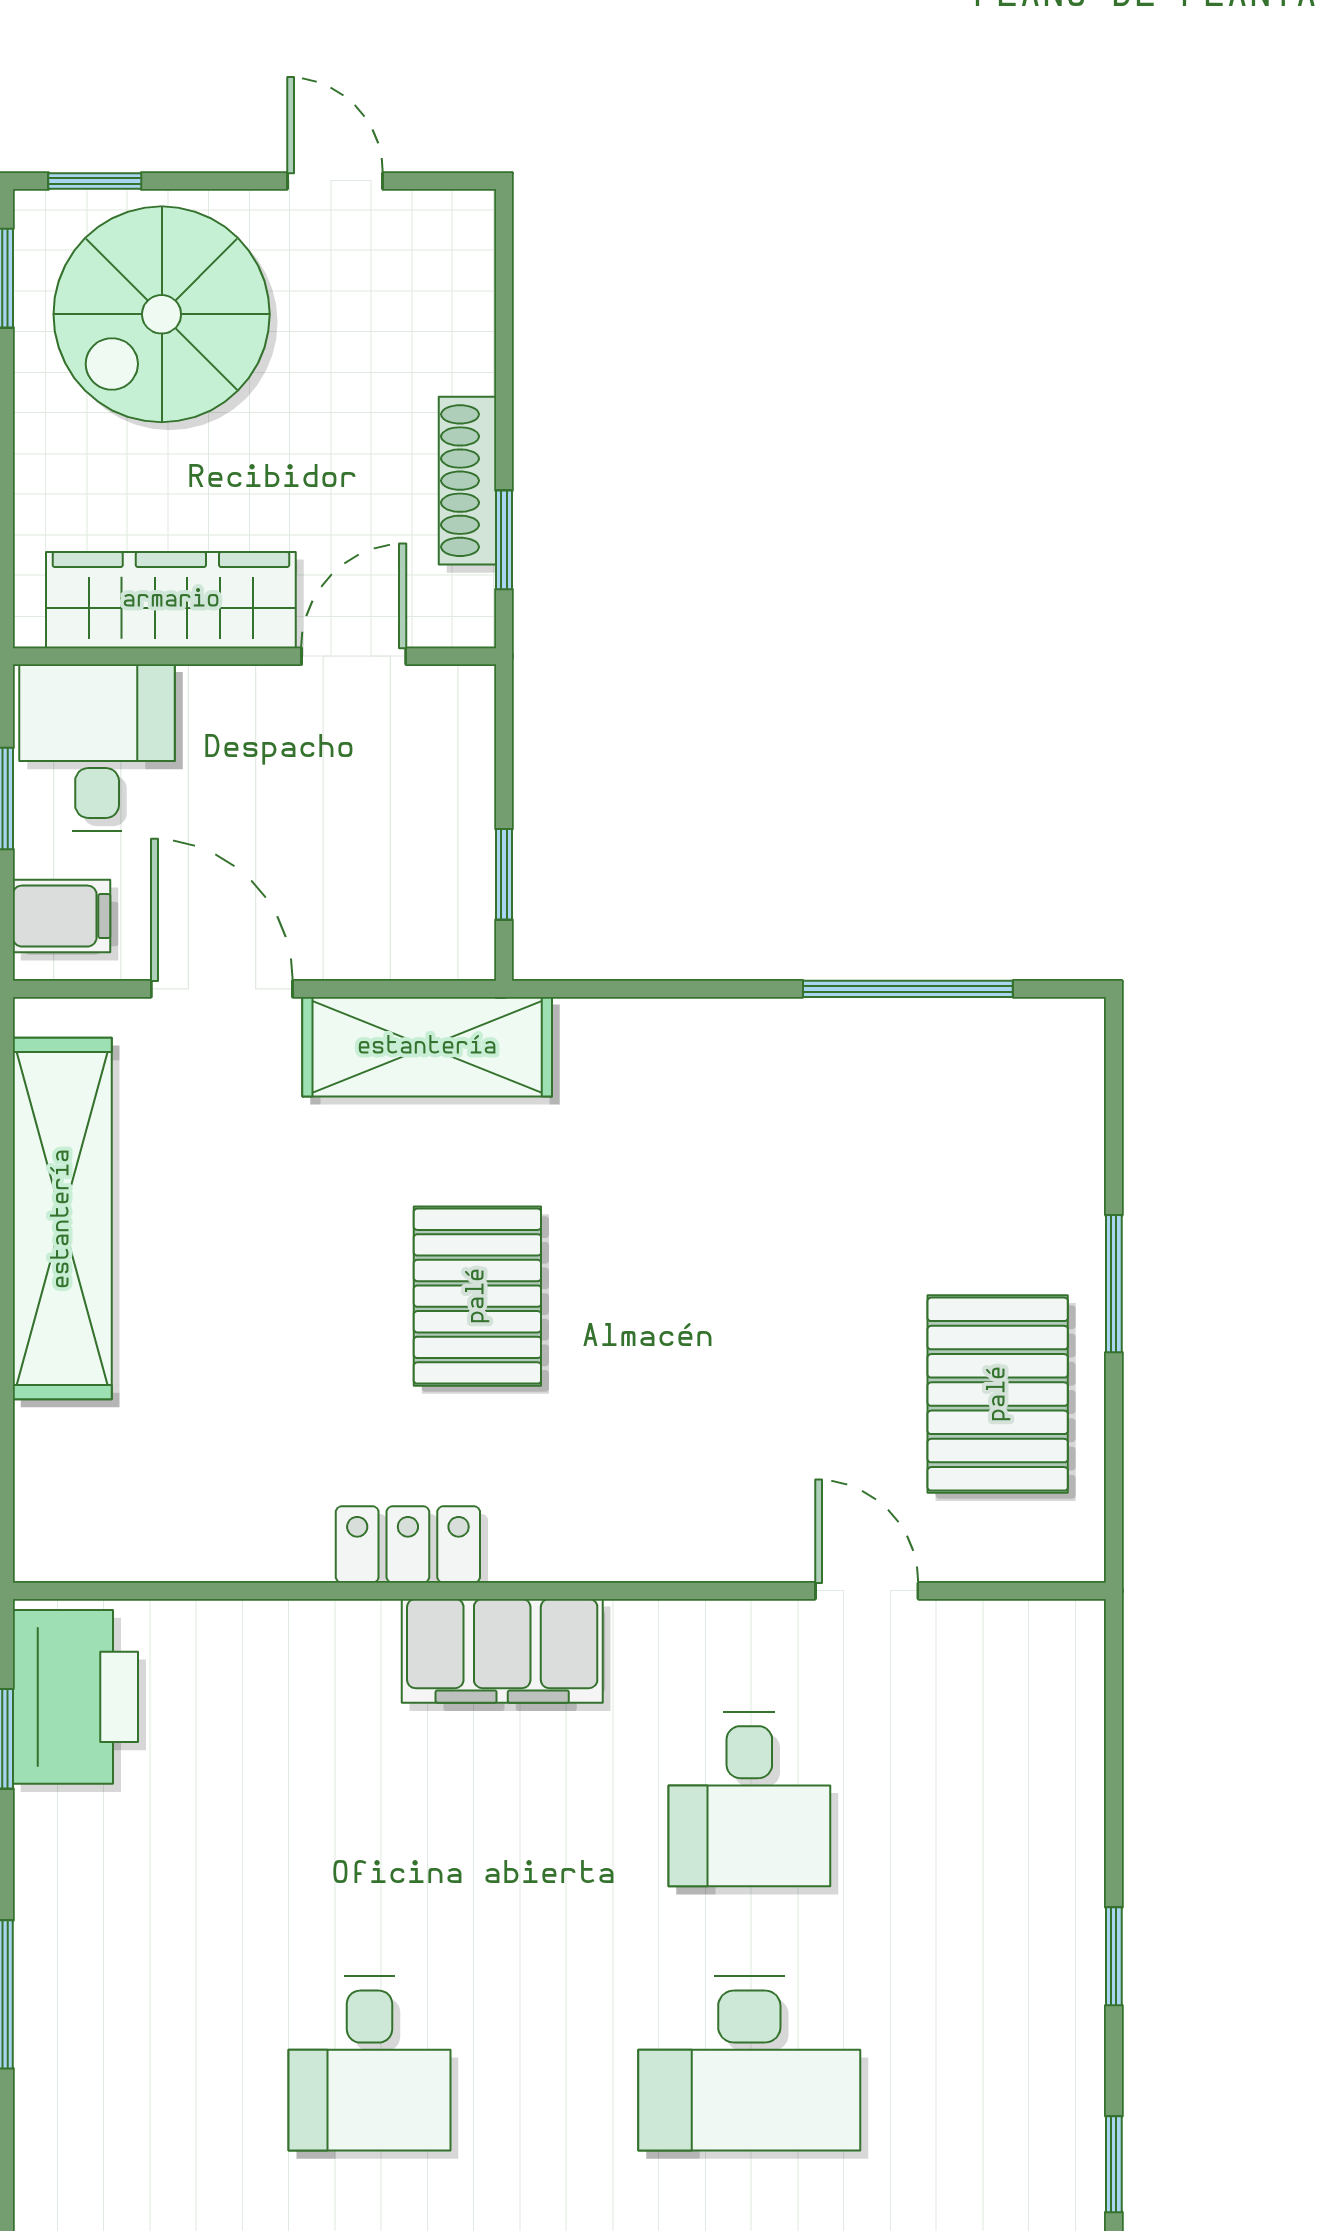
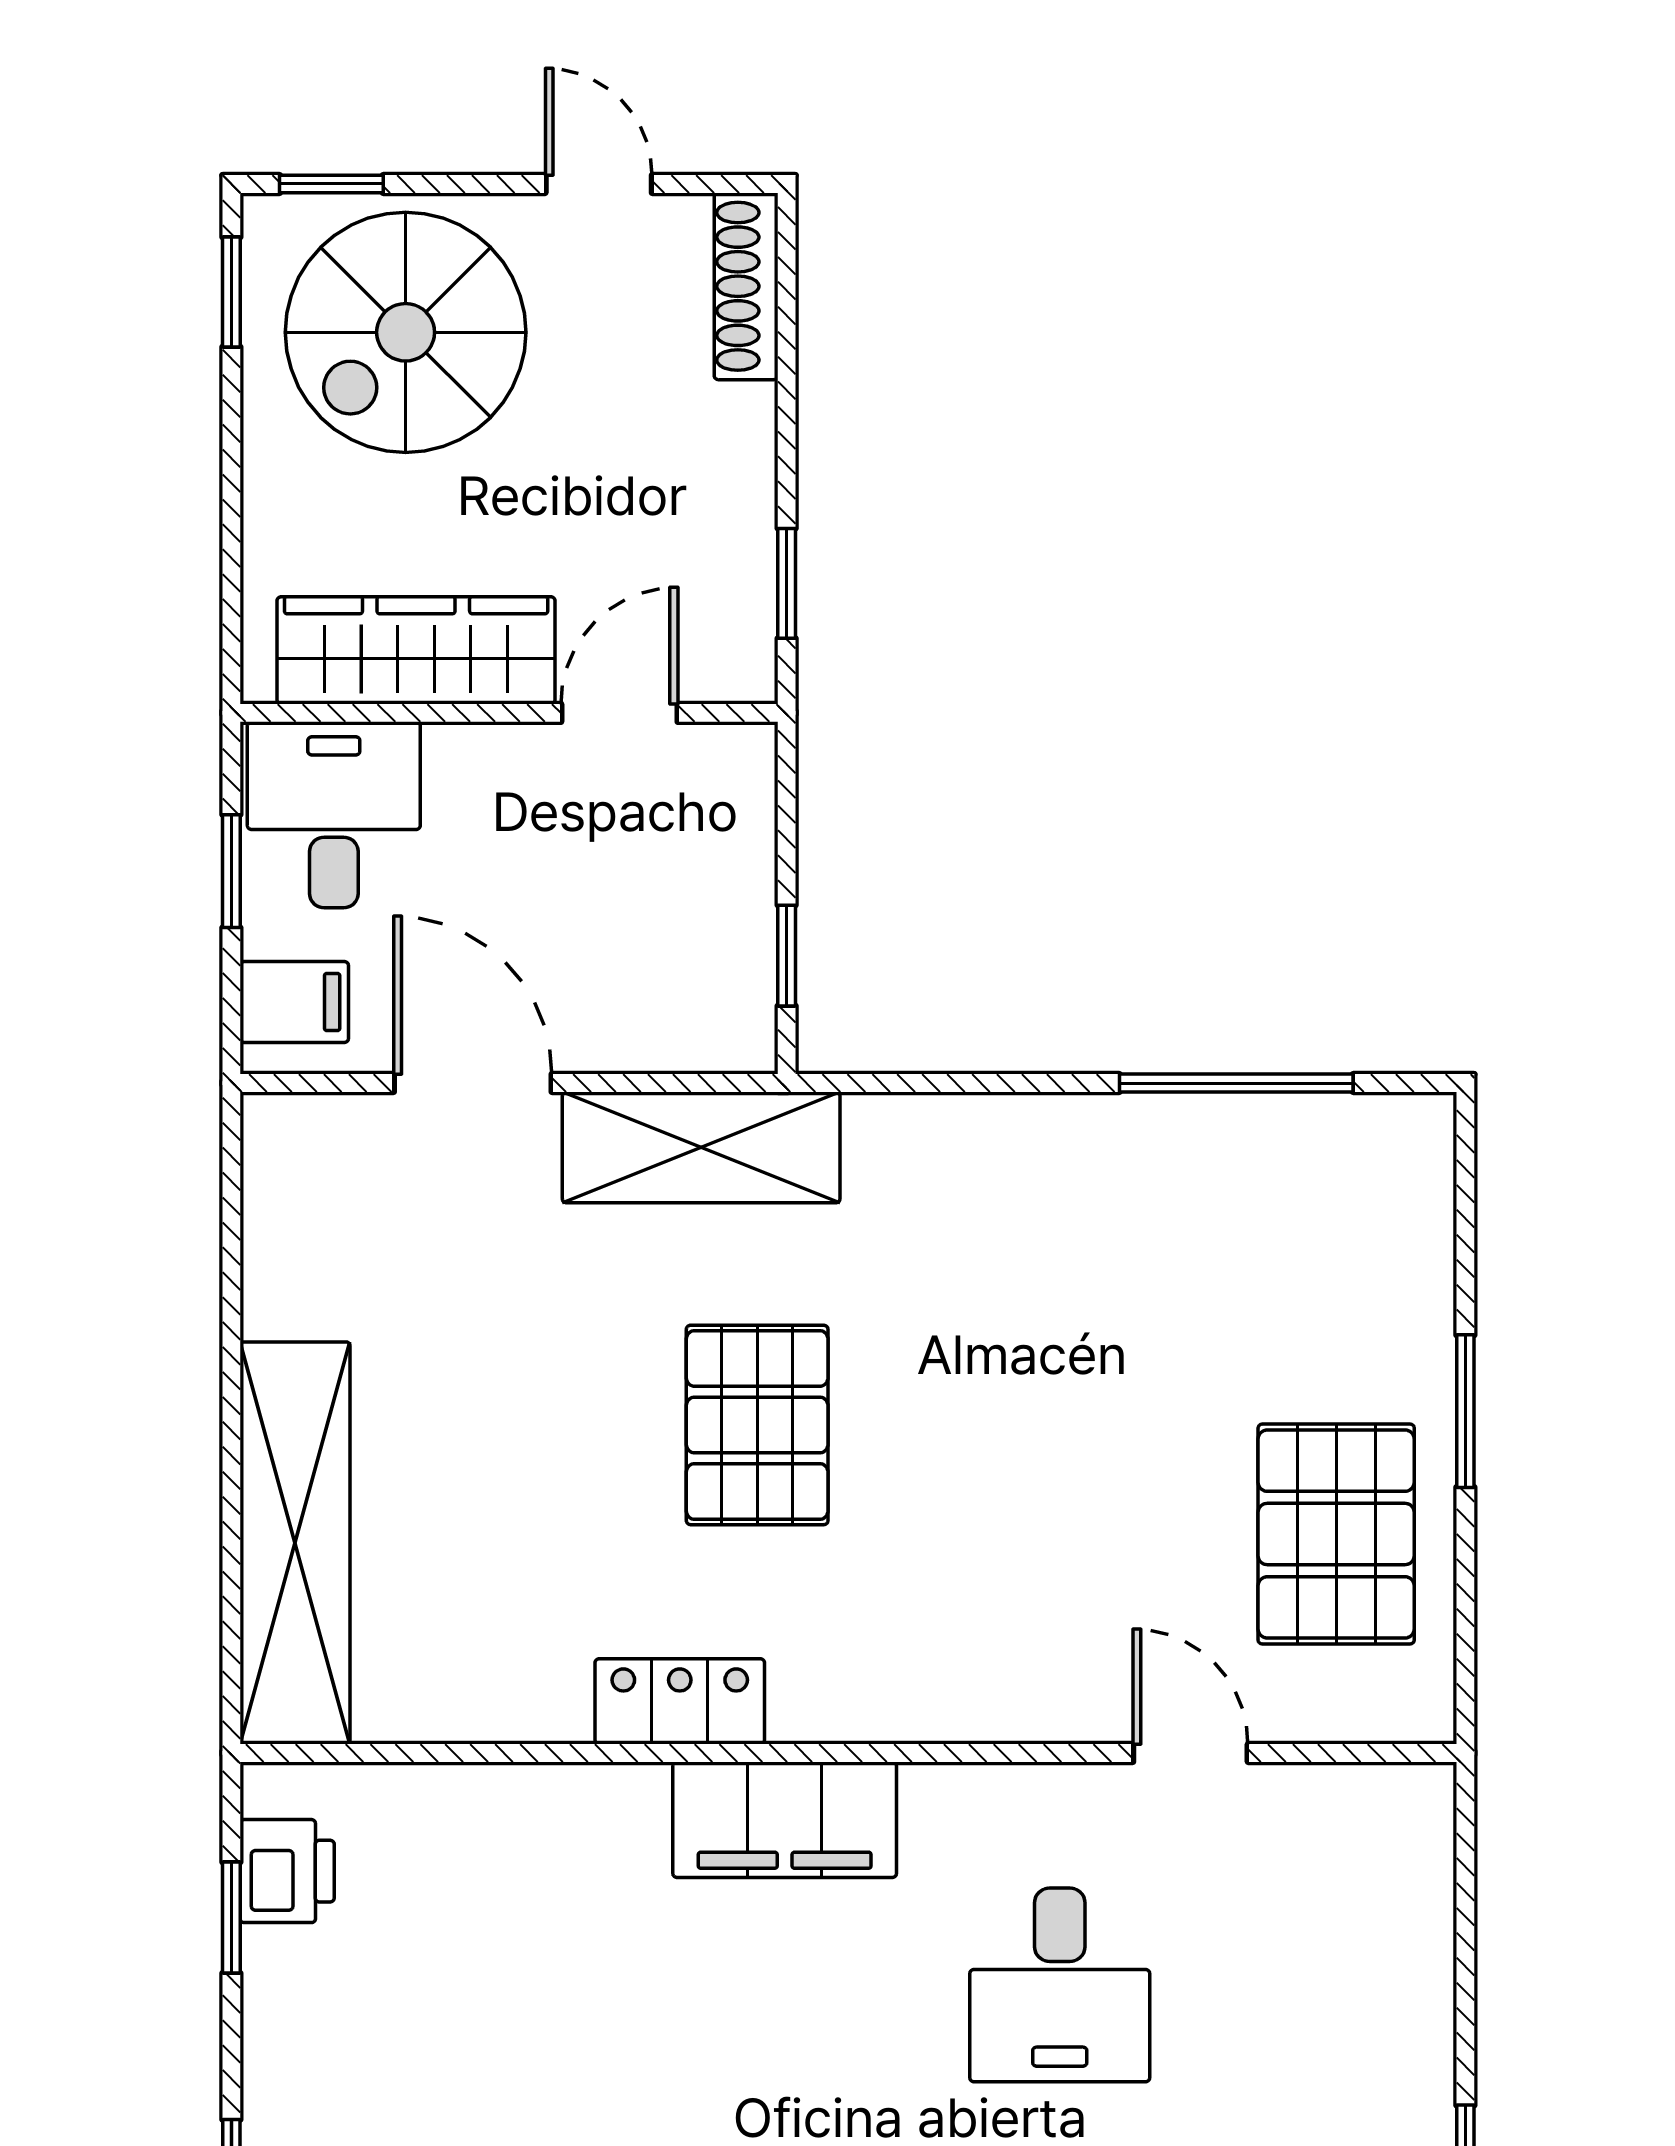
shoe rack: (467, 481) -> (746, 286), moved
shelving: (62, 1219) -> (295, 1543), moved
printer: (75, 1697) -> (287, 1871), width x0.53, depth x0.68

